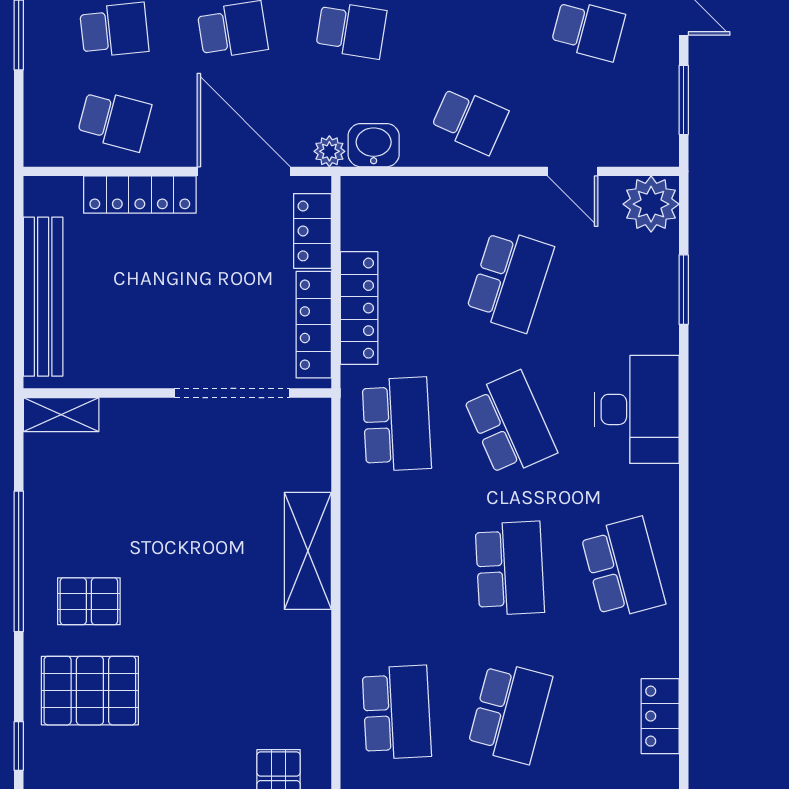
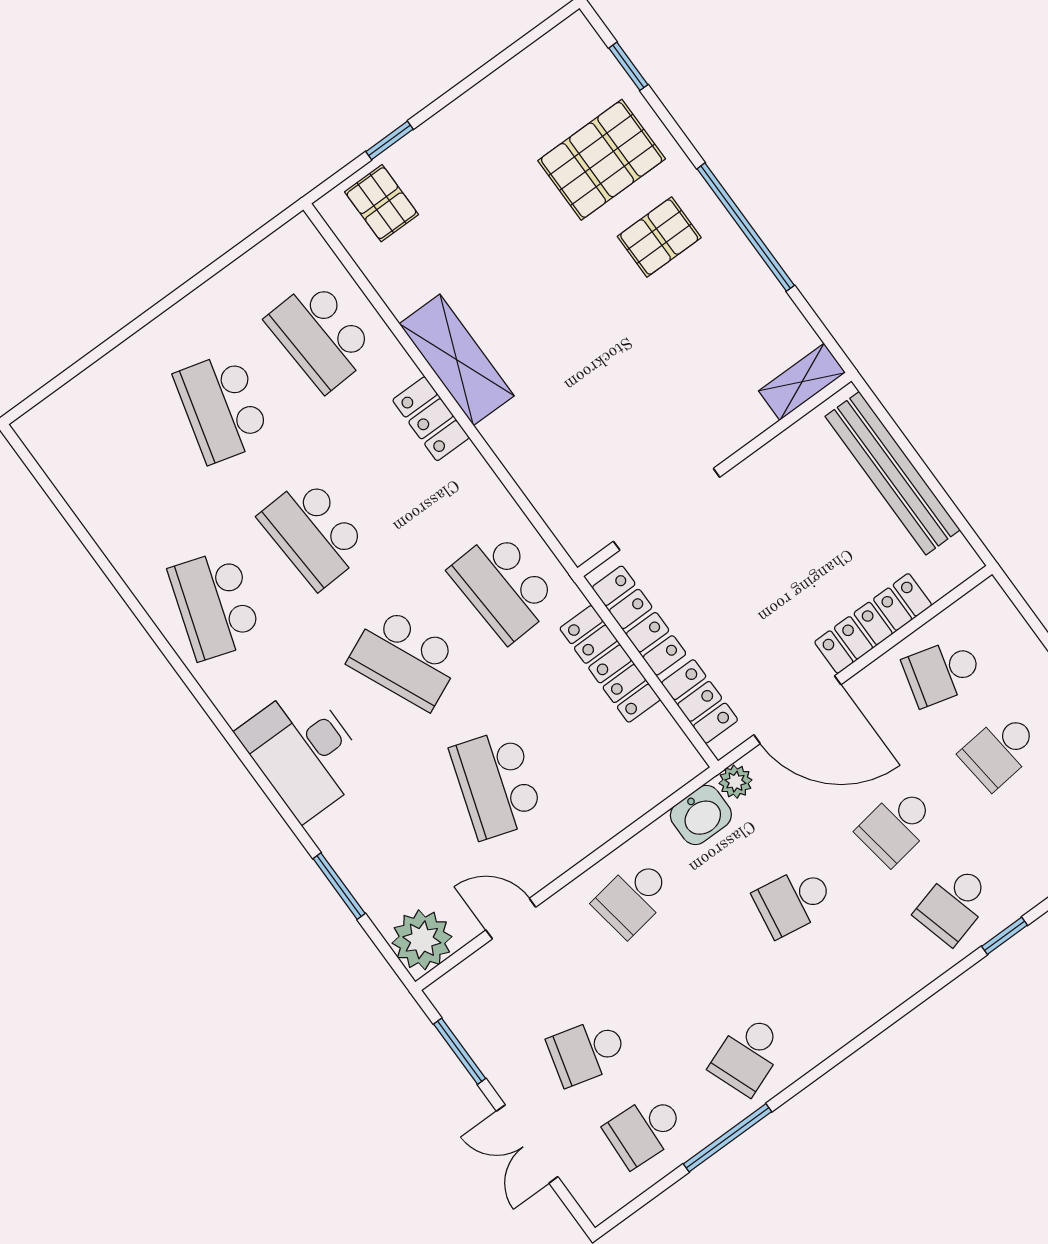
school desk: (470, 120) -> (633, 898), turned -33
shelving: (308, 551) -> (457, 360), moved
school desk: (623, 568) -> (215, 605), turned 33
locker: (660, 716) -> (431, 419), moved, turned 180

